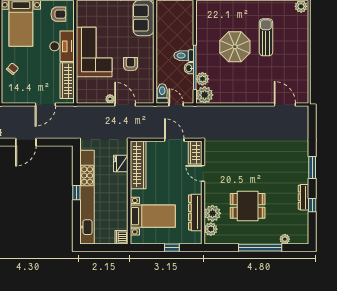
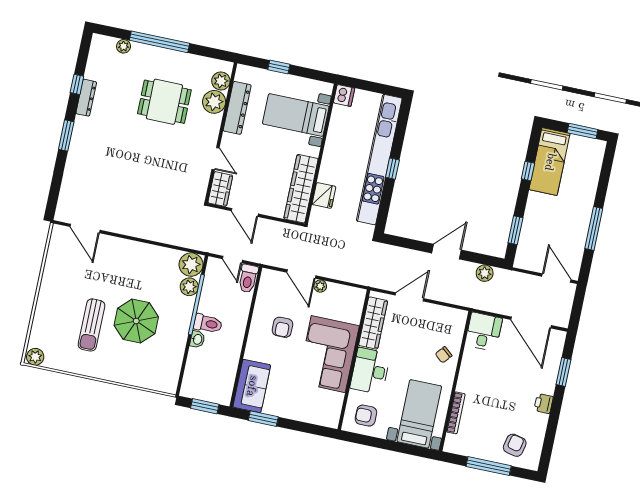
washbasin: (189, 68) -> (197, 339), moved

